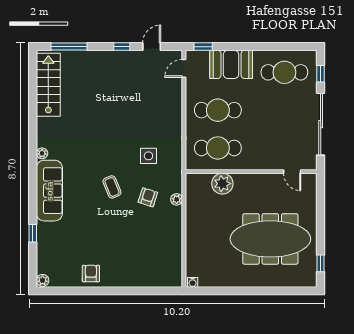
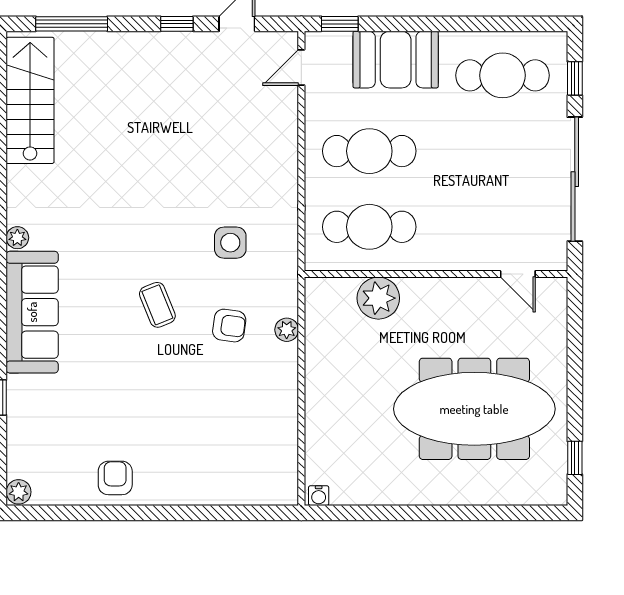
armchair: (148, 197) -> (229, 326), turned 80

